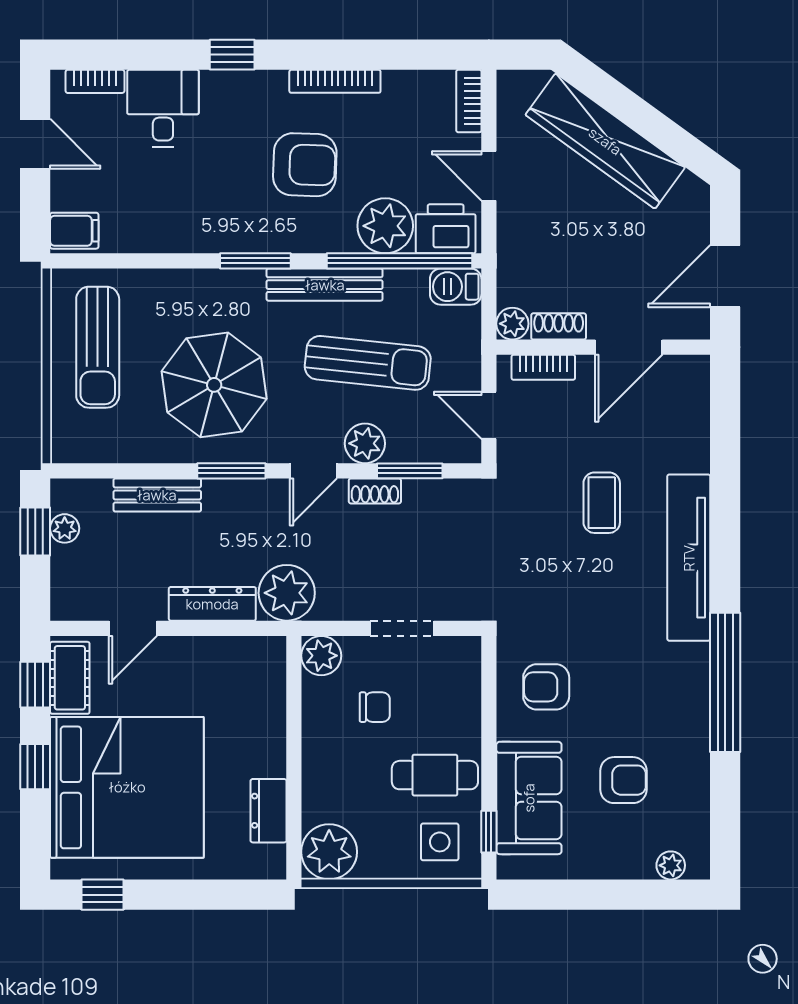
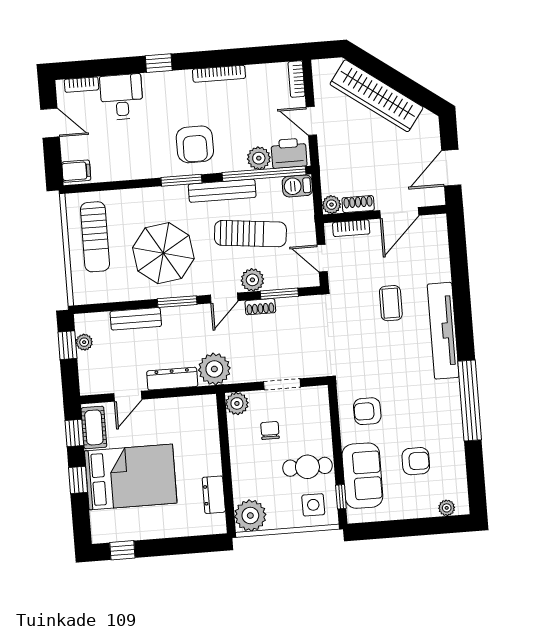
armchair: (305, 165) -> (195, 144), moved, turned 88
plant: (385, 226) -> (259, 158), width x0.73, depth x0.73
chair: (375, 707) -> (270, 431), turned -90
bed: (127, 787) -> (131, 477), width x0.73

